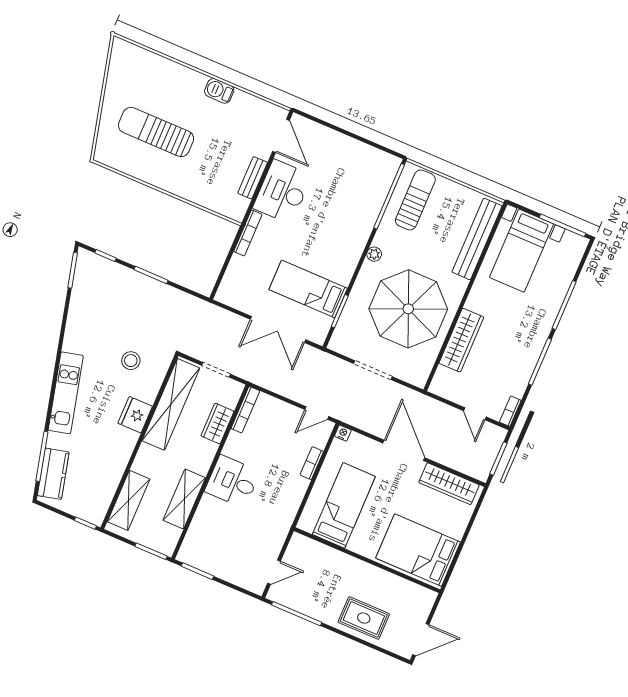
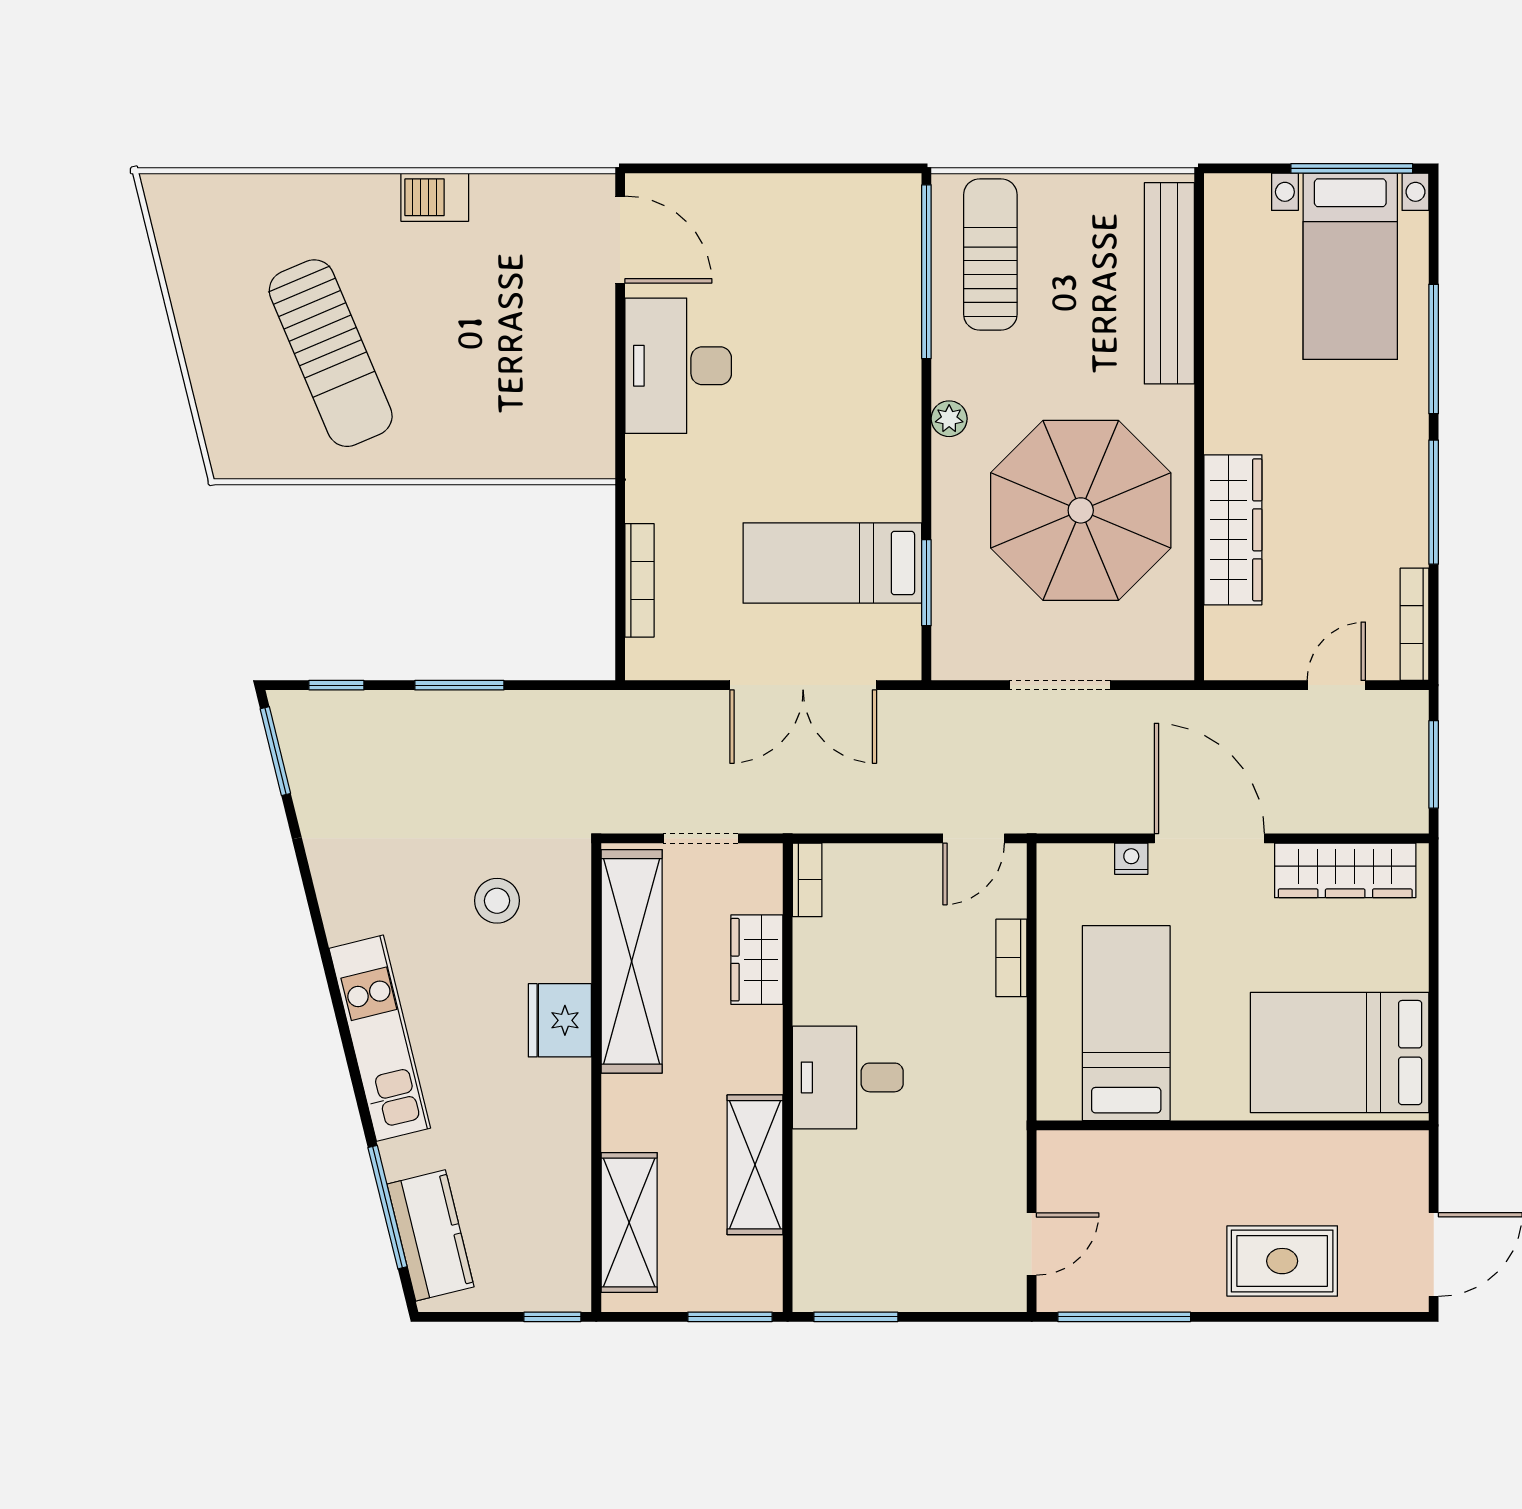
sun lounger: (156, 132) -> (331, 353), turned -113
bench: (253, 178) -> (596, 363), removed
bookcase: (248, 233) -> (640, 580), moved
bed with nightstands: (521, 251) -> (1350, 266), moved
bookcase: (245, 410) -> (807, 880), width x0.64
bookcase: (510, 411) -> (1415, 624), width x1.56
door: (475, 414) -> (1336, 685), swing flipped
nightstand: (343, 433) -> (1131, 859), moved

